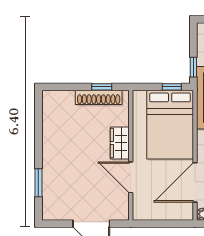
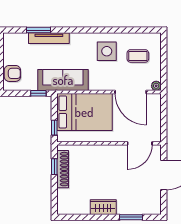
window: (172, 87) -> (54, 128), moved
wardrobe: (120, 143) -> (103, 207), moved, turned 180
door: (131, 177) -> (140, 143), moved

